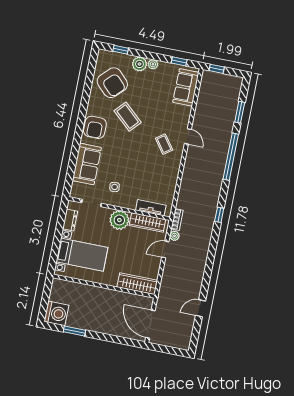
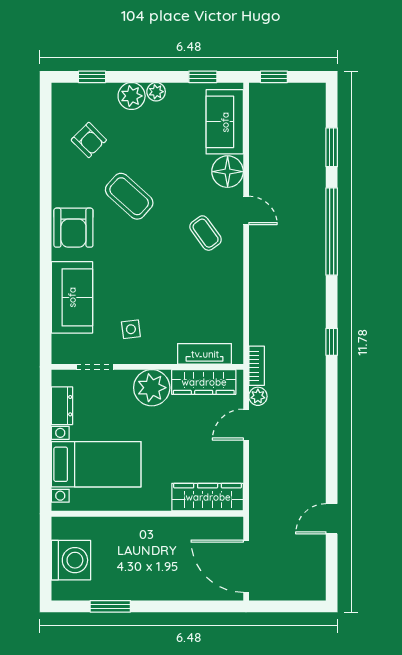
armchair: (112, 83) -> (89, 140), width x0.53, depth x0.53
floor lamp: (182, 114) -> (228, 172), added
washing machine: (56, 313) -> (71, 560), moved

